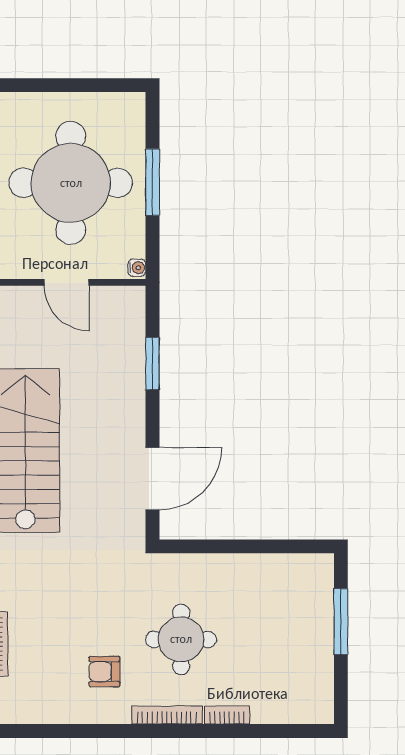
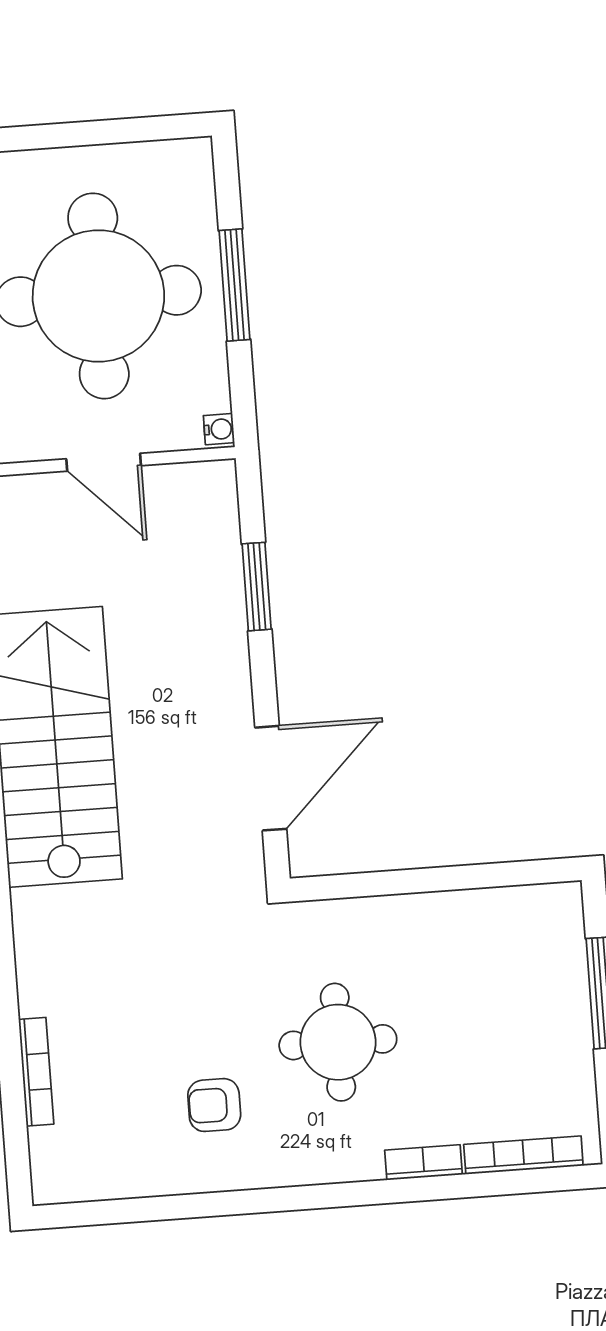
bookcase: (167, 715) -> (523, 1155), moved

